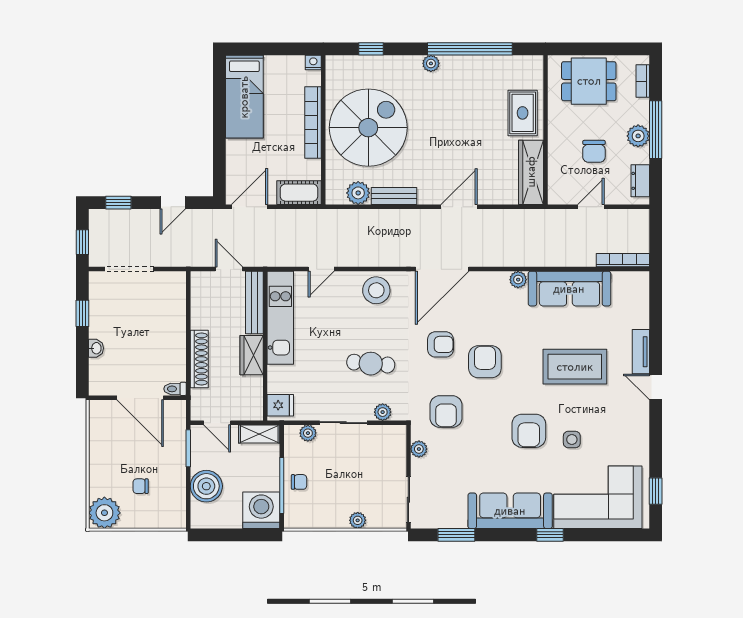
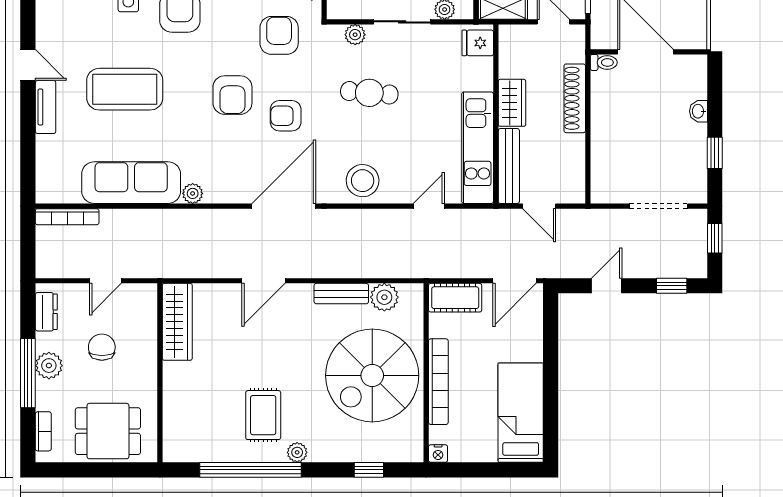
rug: (523, 113) -> (263, 415), moved

